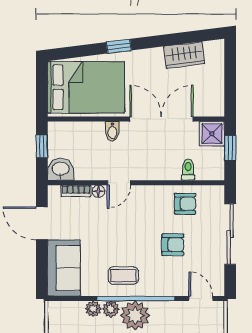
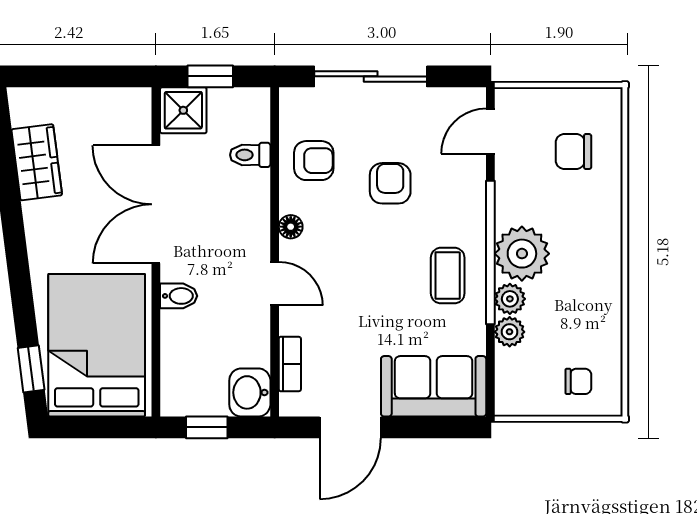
window: (119, 46) -> (31, 369), moved
floor lamp: (98, 191) -> (291, 227), moved
armchair: (185, 204) -> (314, 161), turned 90

